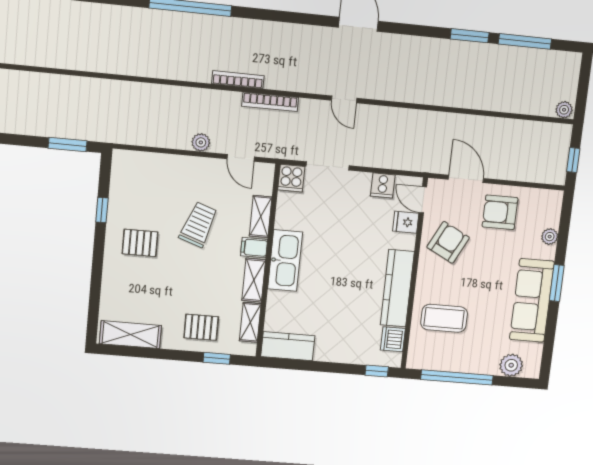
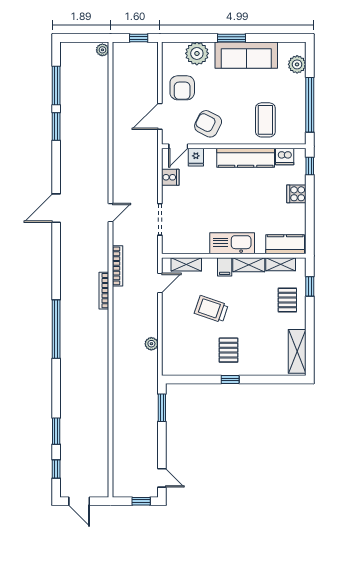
plant: (201, 142) -> (151, 344), moved
cooker: (291, 178) -> (296, 194), moved, turned 180
window: (102, 210) -> (230, 380), moved
shelving: (261, 216) -> (186, 264), moved
plant: (550, 237) -> (197, 53), width x1.87, depth x1.87
kitchen counter: (288, 346) -> (285, 244), moved, turned 90

